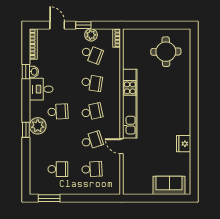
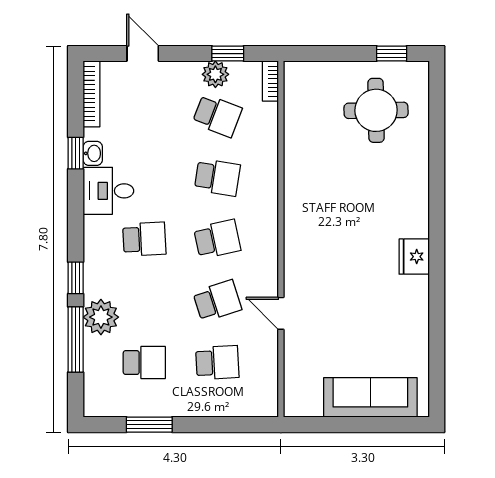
window: (83, 25) -> (228, 54), moved
window: (173, 25) -> (392, 54), added
kitchen unit: (130, 104) -> (299, 222), removed
plant: (38, 126) -> (101, 317), moved
fridge: (184, 144) -> (414, 257), moved
window: (26, 158) -> (76, 339), added
sofa: (169, 185) -> (370, 397), width x1.36
window: (49, 198) -> (149, 425), moved

